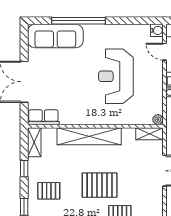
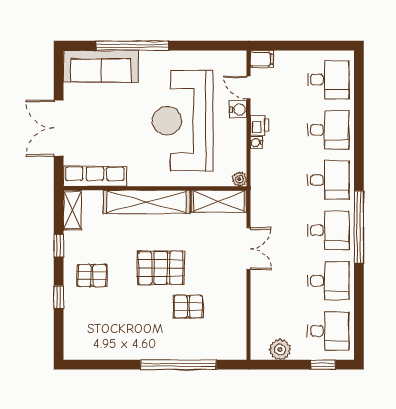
water cooler: (157, 30) -> (238, 109), moved
reception desk: (116, 76) -> (183, 121), width x1.36, depth x1.30
row of seats: (43, 117) -> (95, 176), width x1.48
shelving: (149, 134) -> (219, 201), width x1.50, depth x1.33

